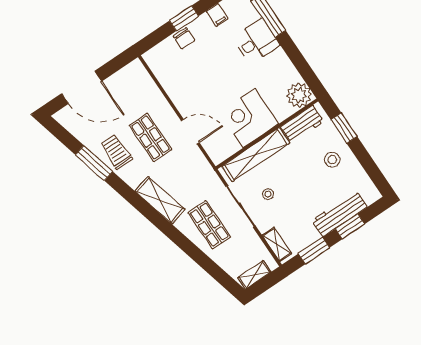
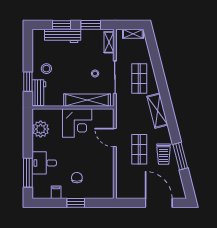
chair: (184, 38) -> (77, 178), moved
plant: (299, 95) -> (41, 129), moved
workbench: (302, 124) -> (39, 93), moved, turned 90

